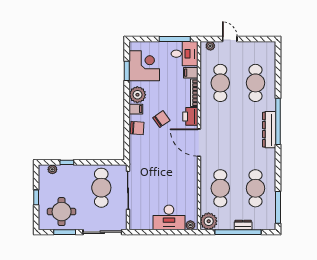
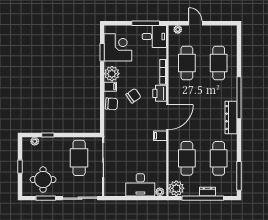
filing cabinet: (191, 73) -> (160, 136), moved
dresser: (269, 130) -> (231, 117), moved
door: (199, 143) -> (167, 117), swing flipped

